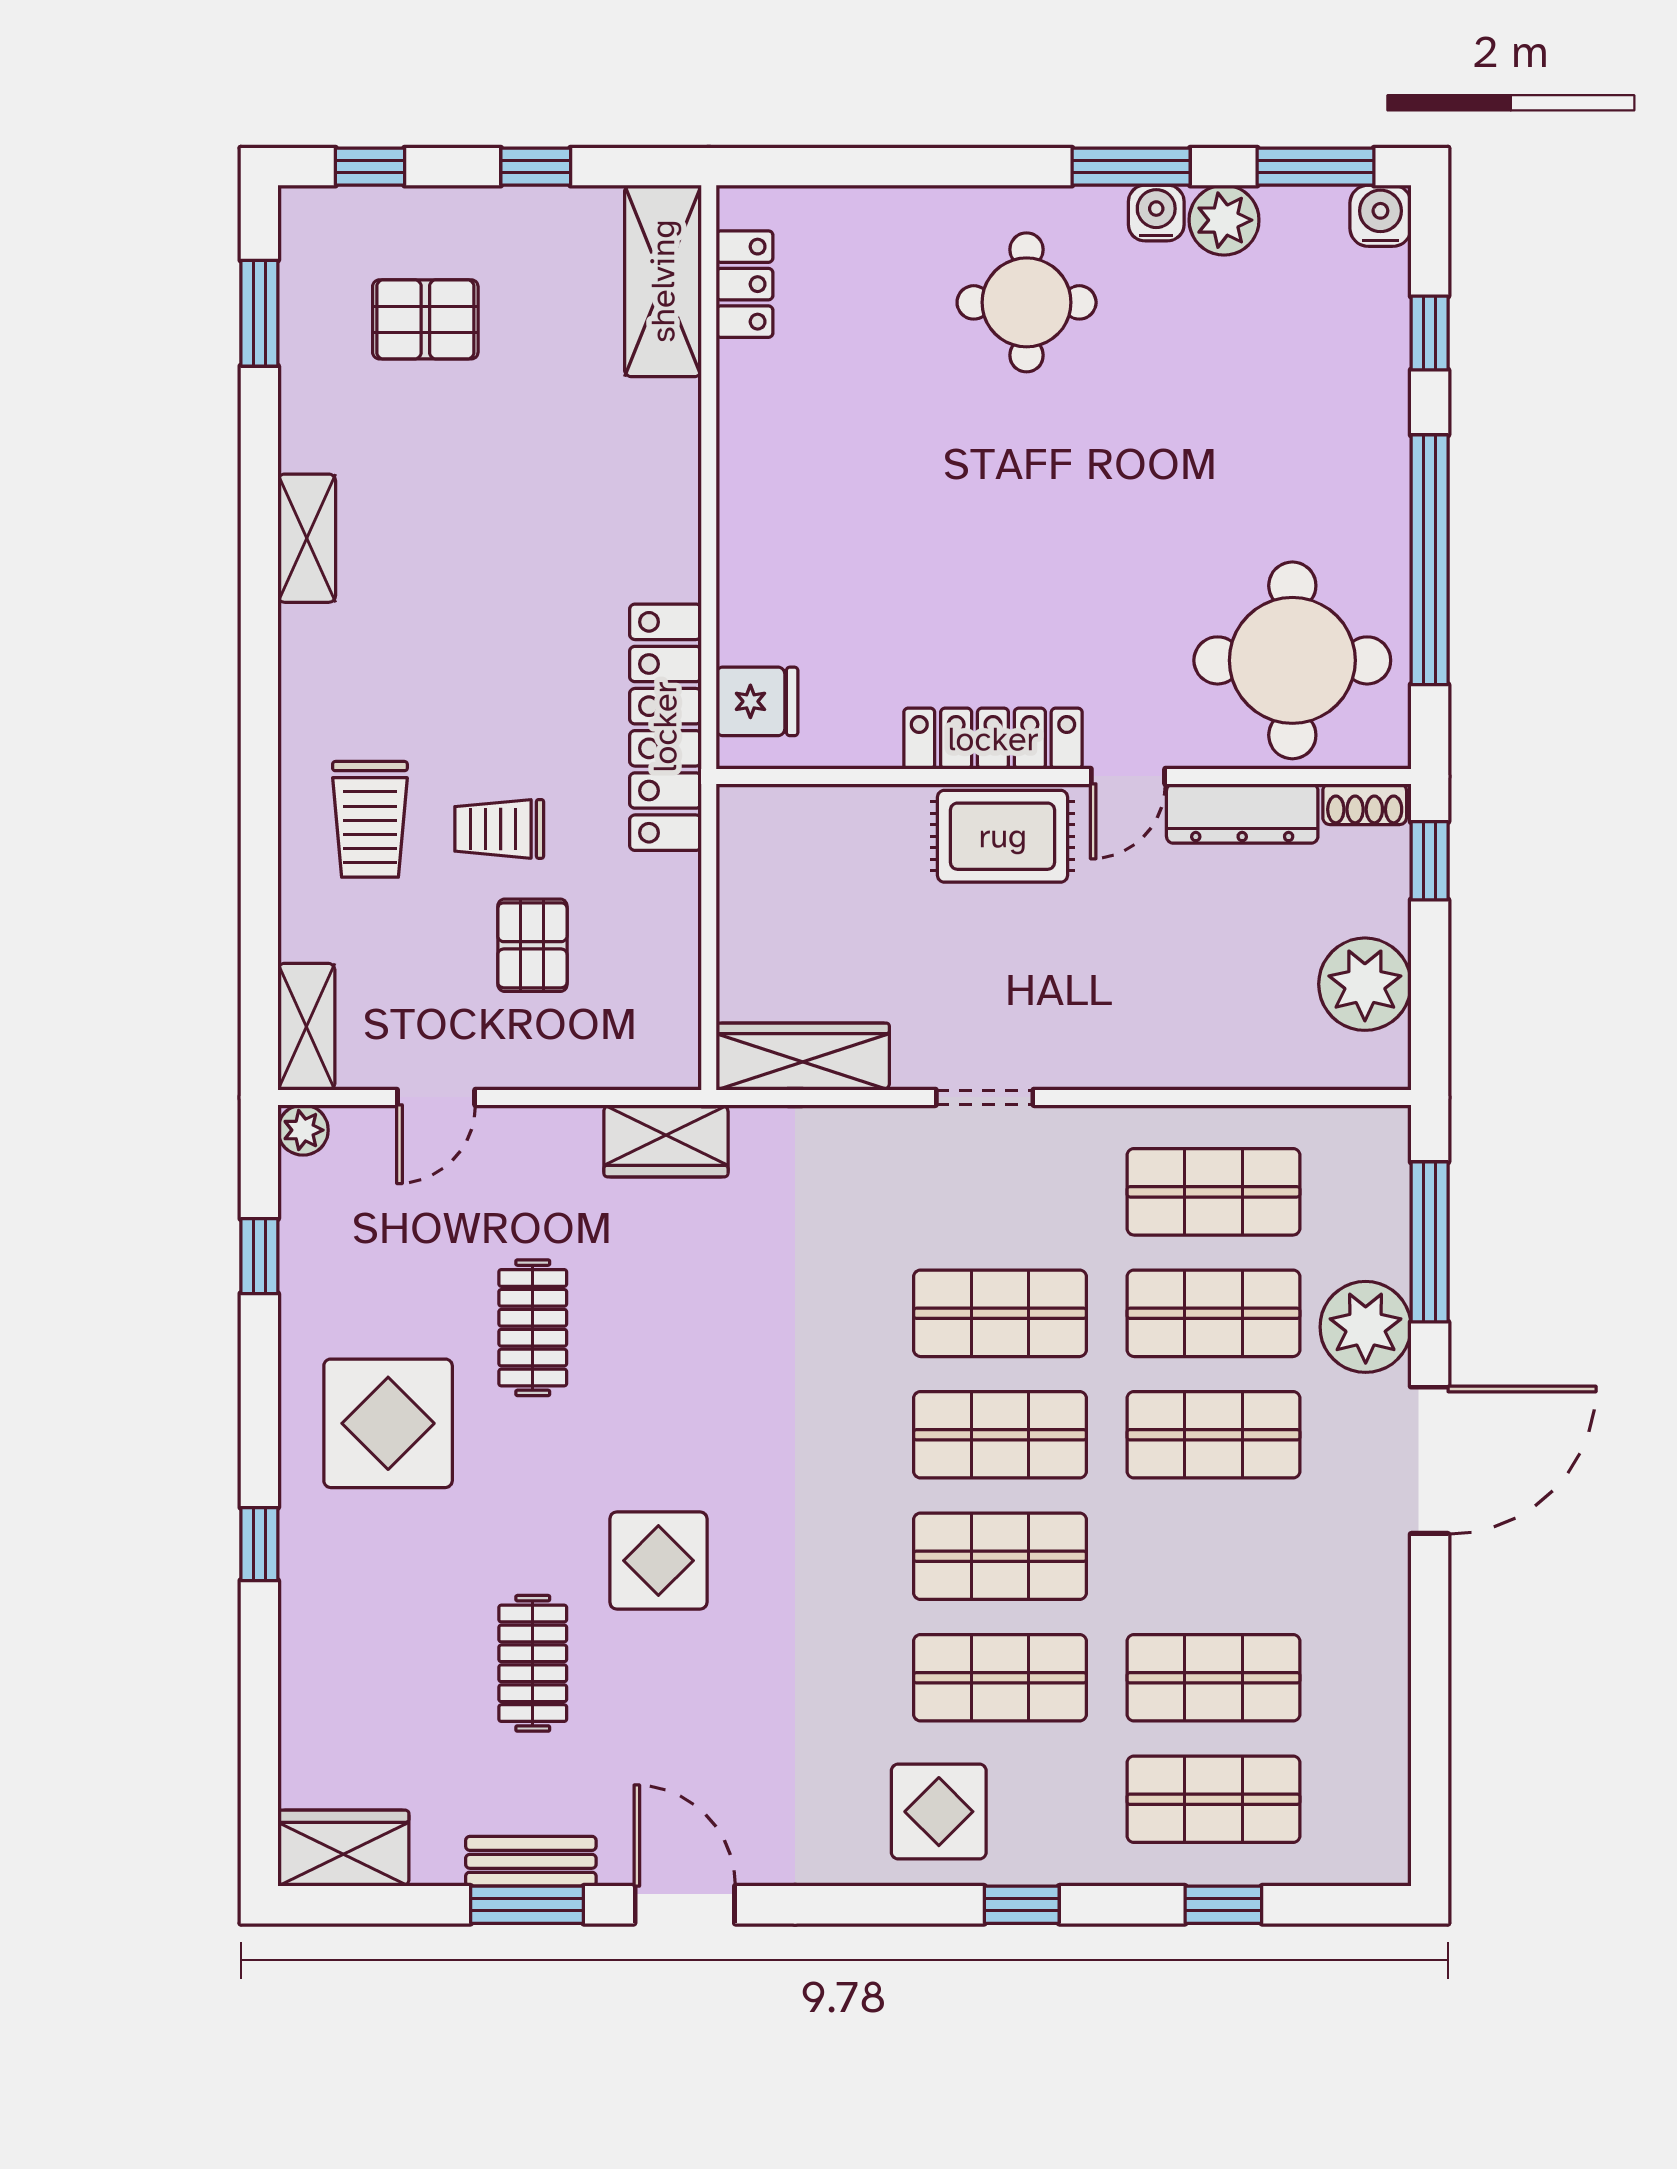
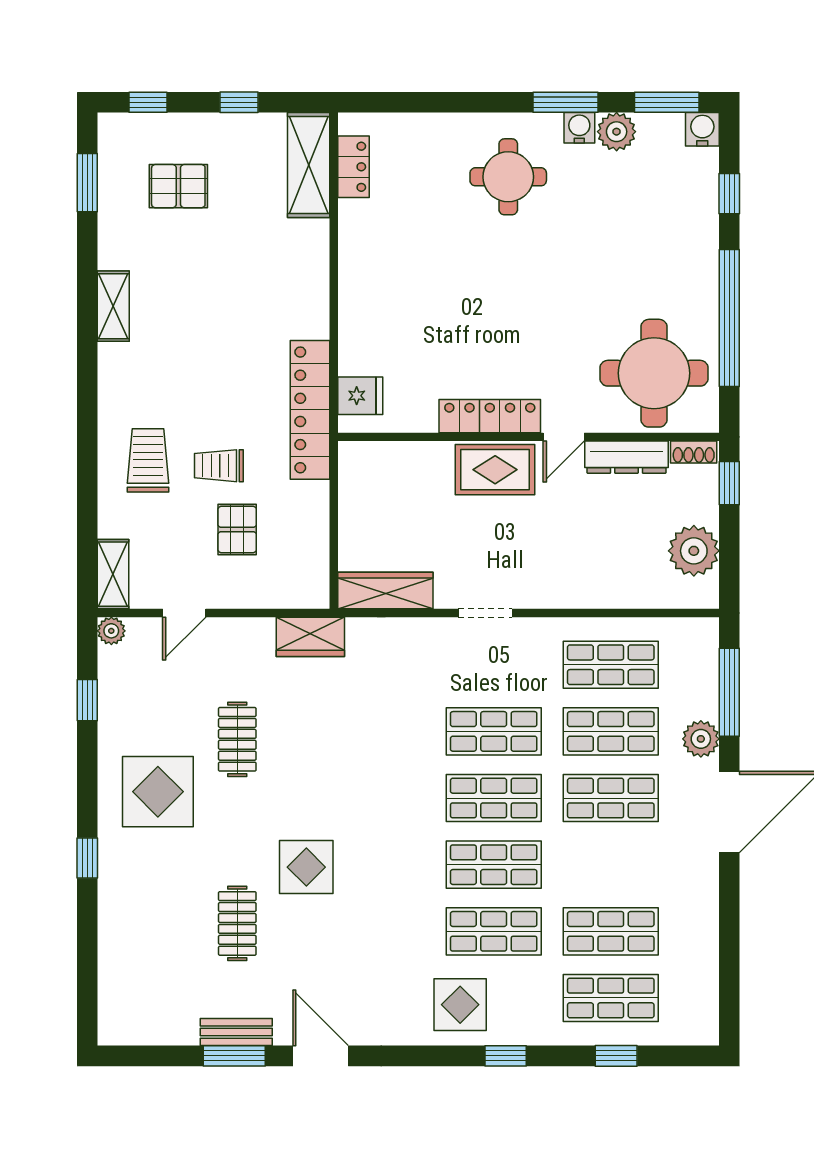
trolley: (370, 819) -> (148, 460), turned 180
plant: (1366, 1327) -> (701, 739), width x0.73, depth x0.73
wardrobe: (343, 1848) -> (133, 1025), removed

